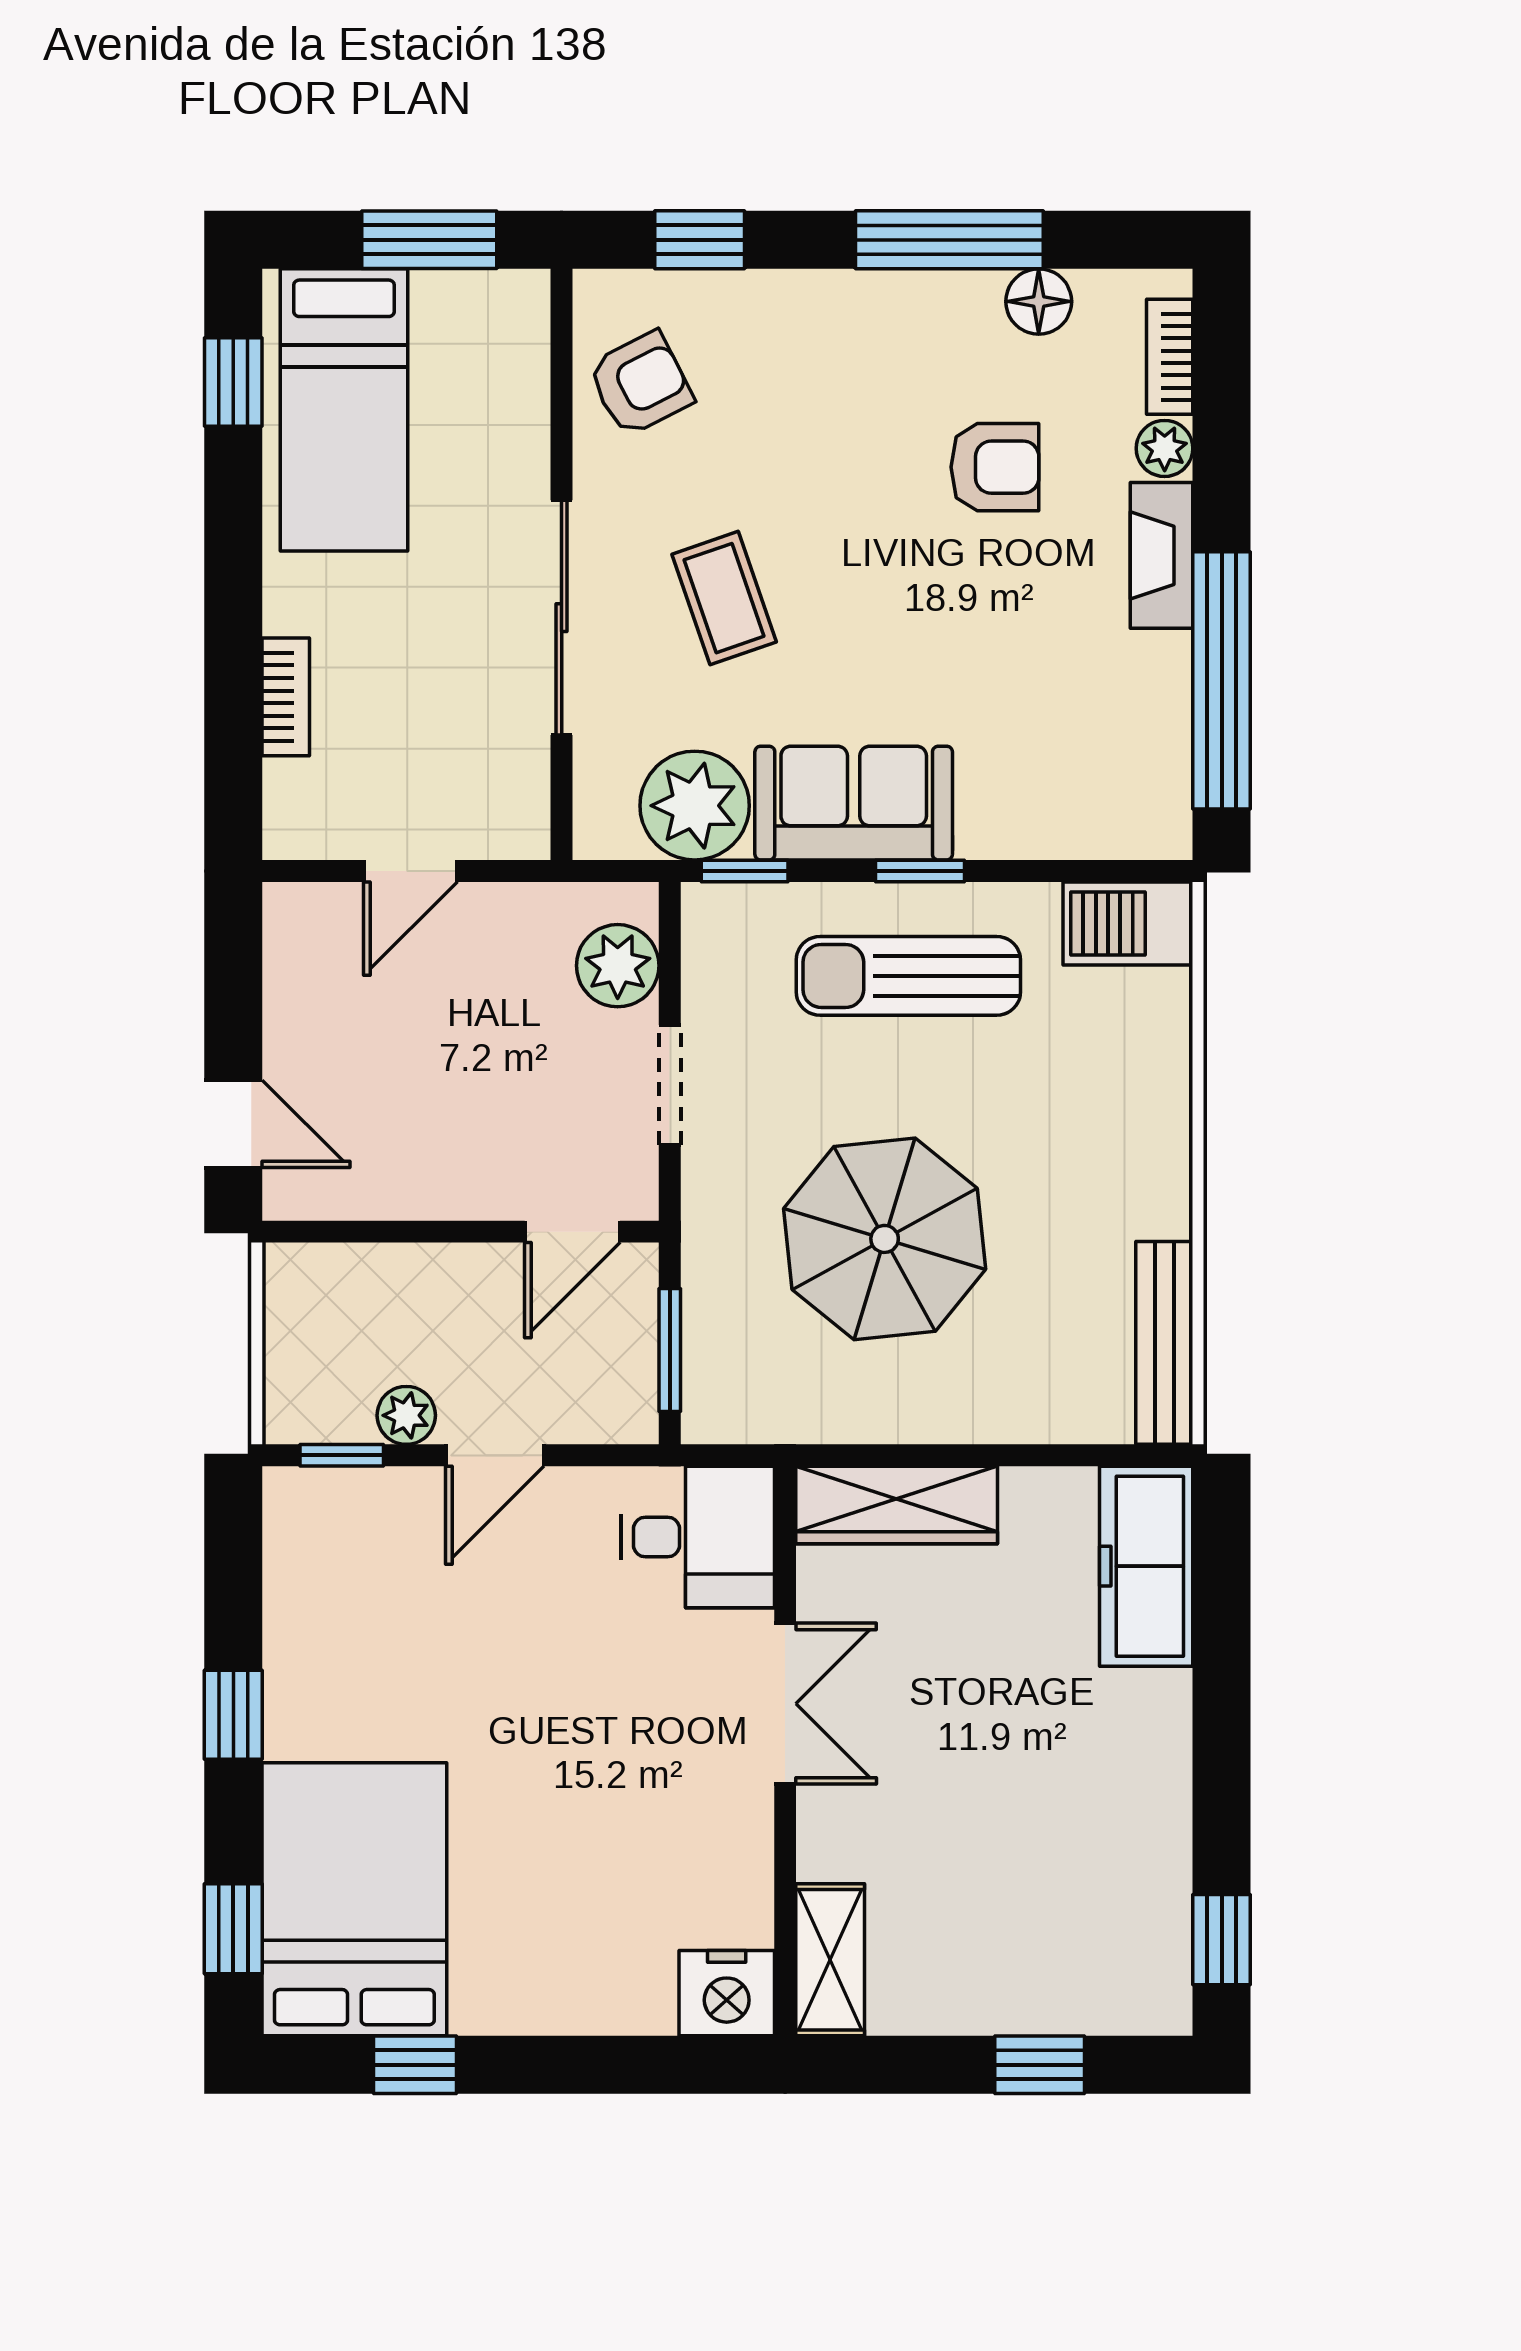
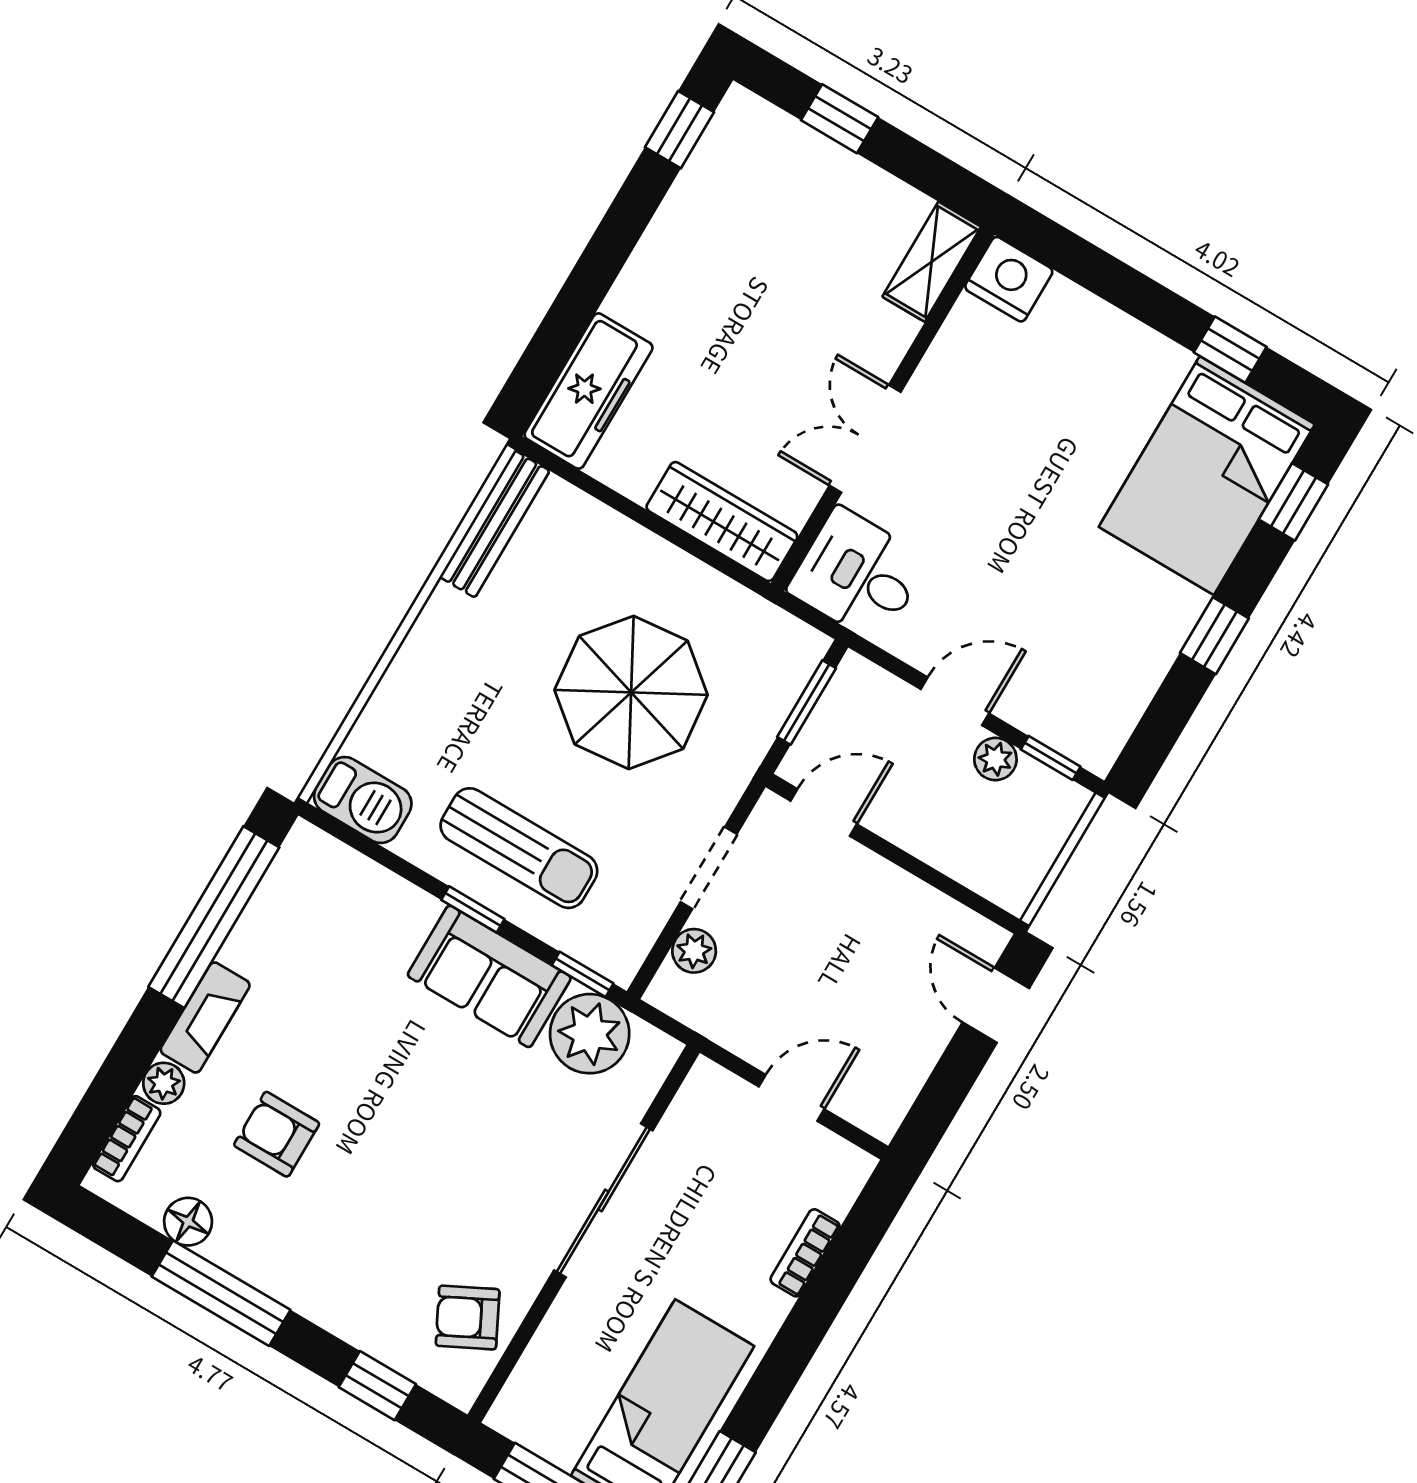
coffee table: (724, 598) -> (494, 1153), removed
plant: (618, 966) -> (694, 951), width x0.73, depth x0.73

